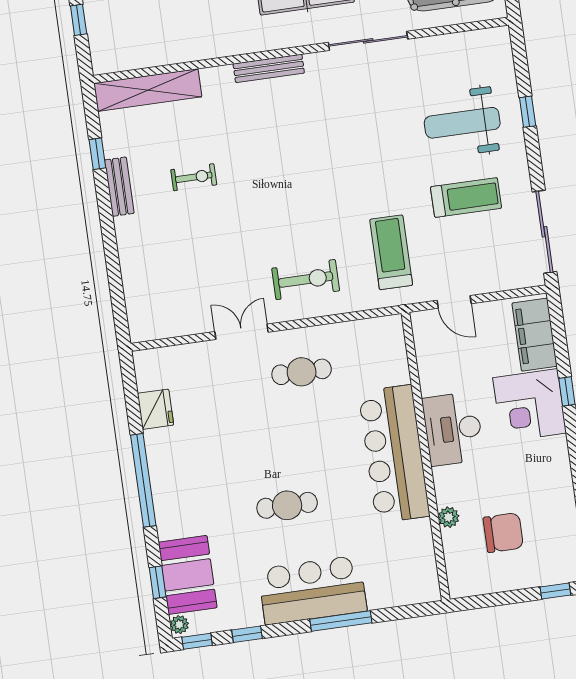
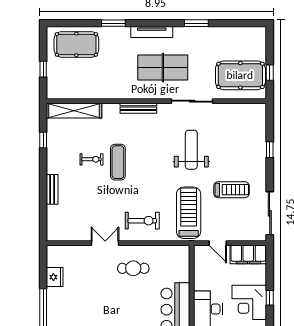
weight bench: (462, 123) -> (191, 150), moved, turned 90
exercise mat: (244, 176) -> (118, 162), added
bench: (119, 187) -> (52, 189), moved
treadmill: (391, 252) -> (189, 213), width x1.37, depth x1.38
filing cabinet: (534, 335) -> (248, 255), moved, turned -90

